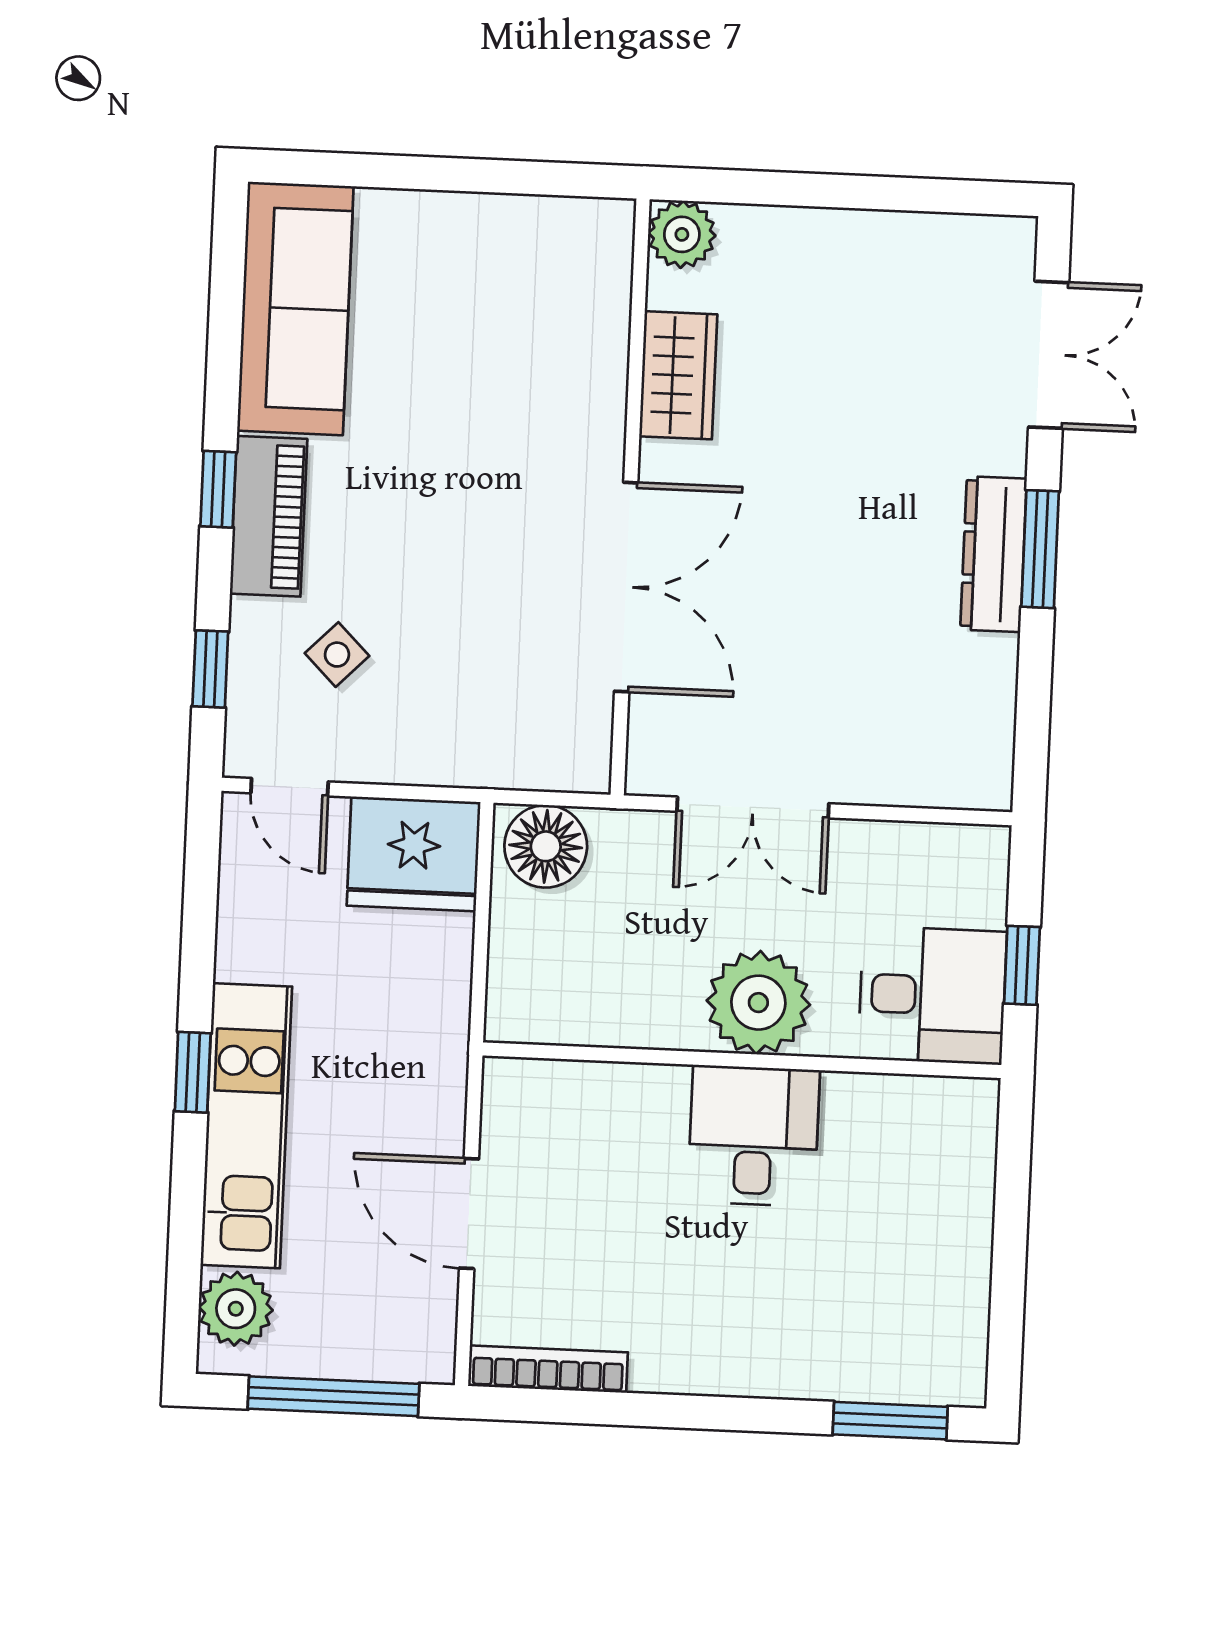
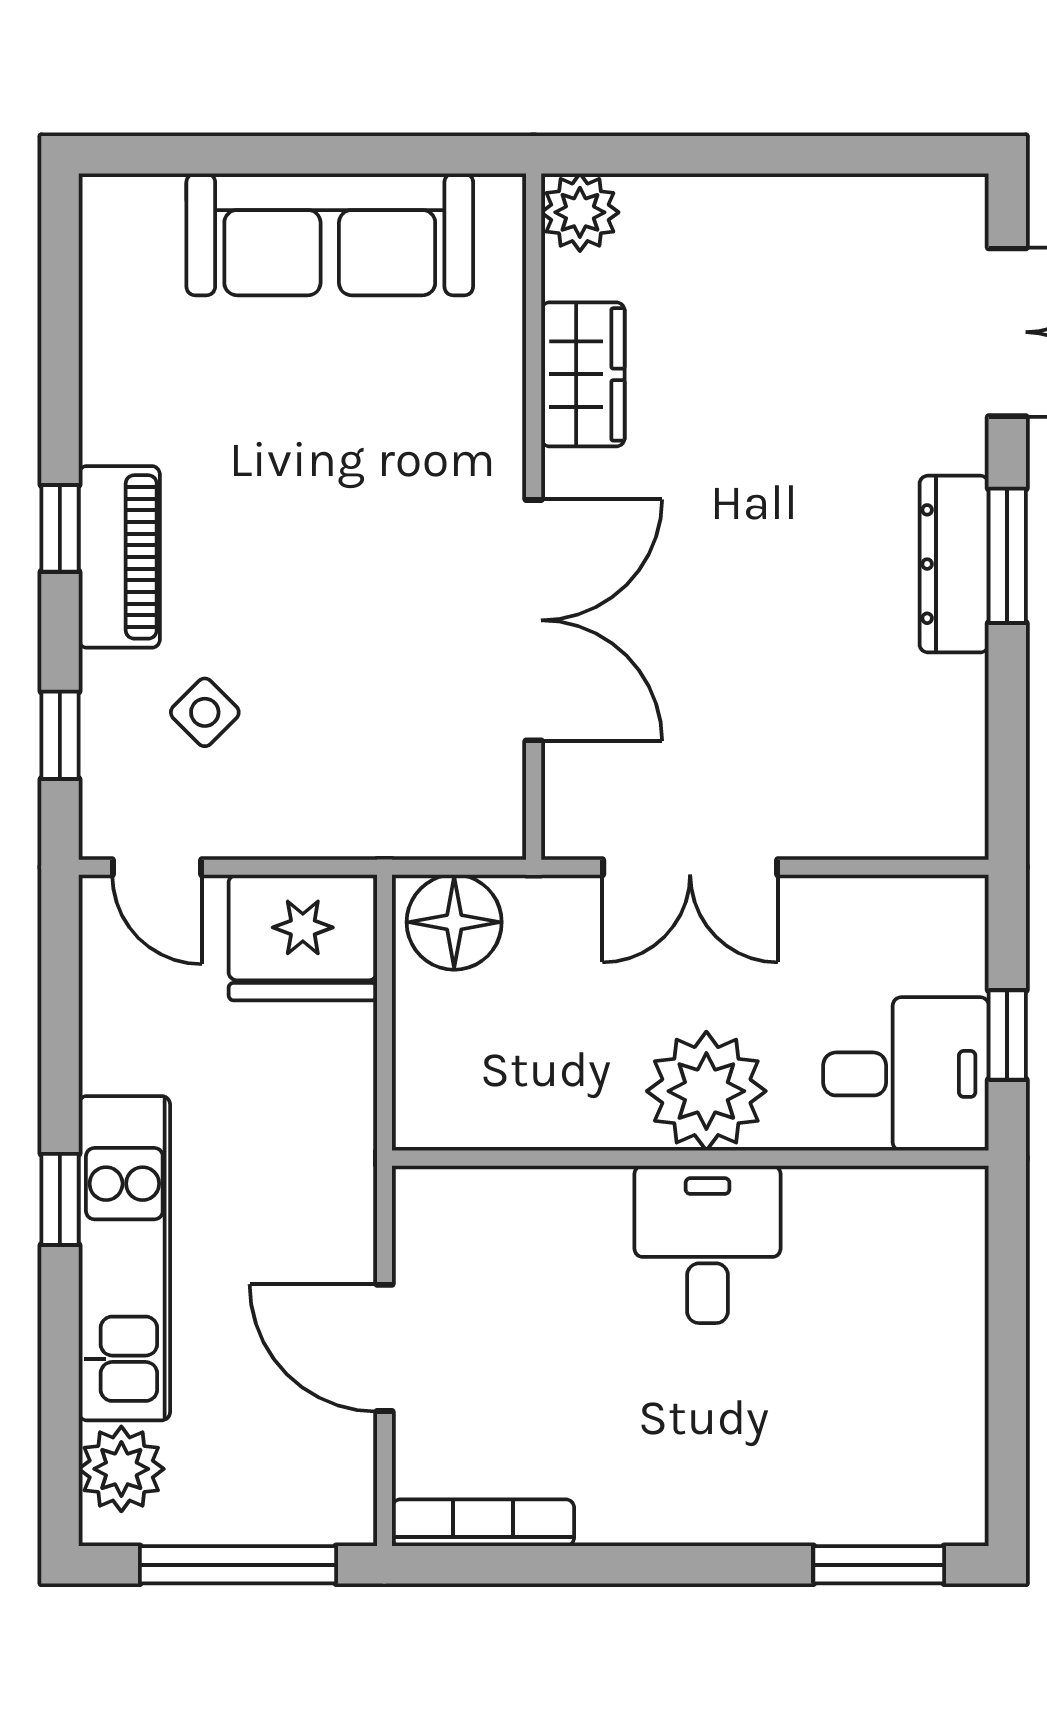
sofa: (295, 308) -> (330, 234), moved, turned 90

